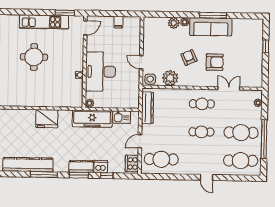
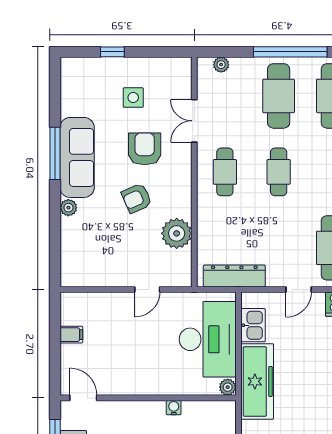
plant: (174, 23) -> (71, 229), removed
desk: (101, 72) -> (208, 339), moved, turned -90
side table: (150, 79) -> (133, 98), moved
door: (140, 141) -> (299, 289), hinge flipped

